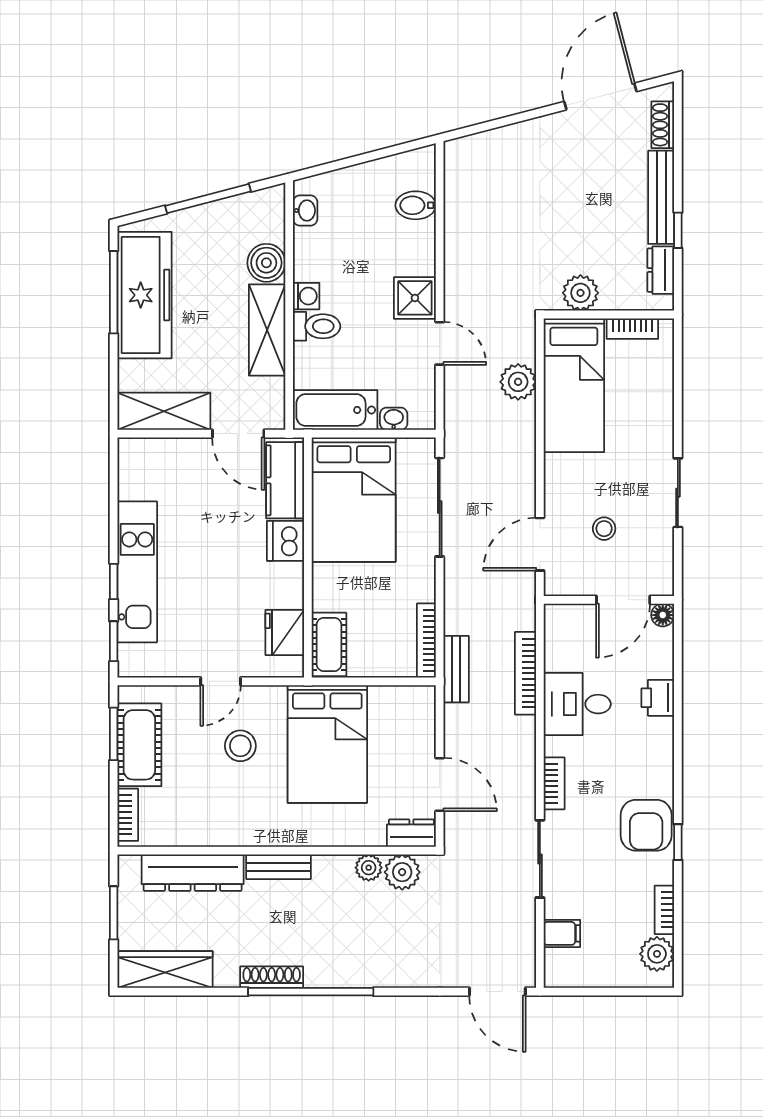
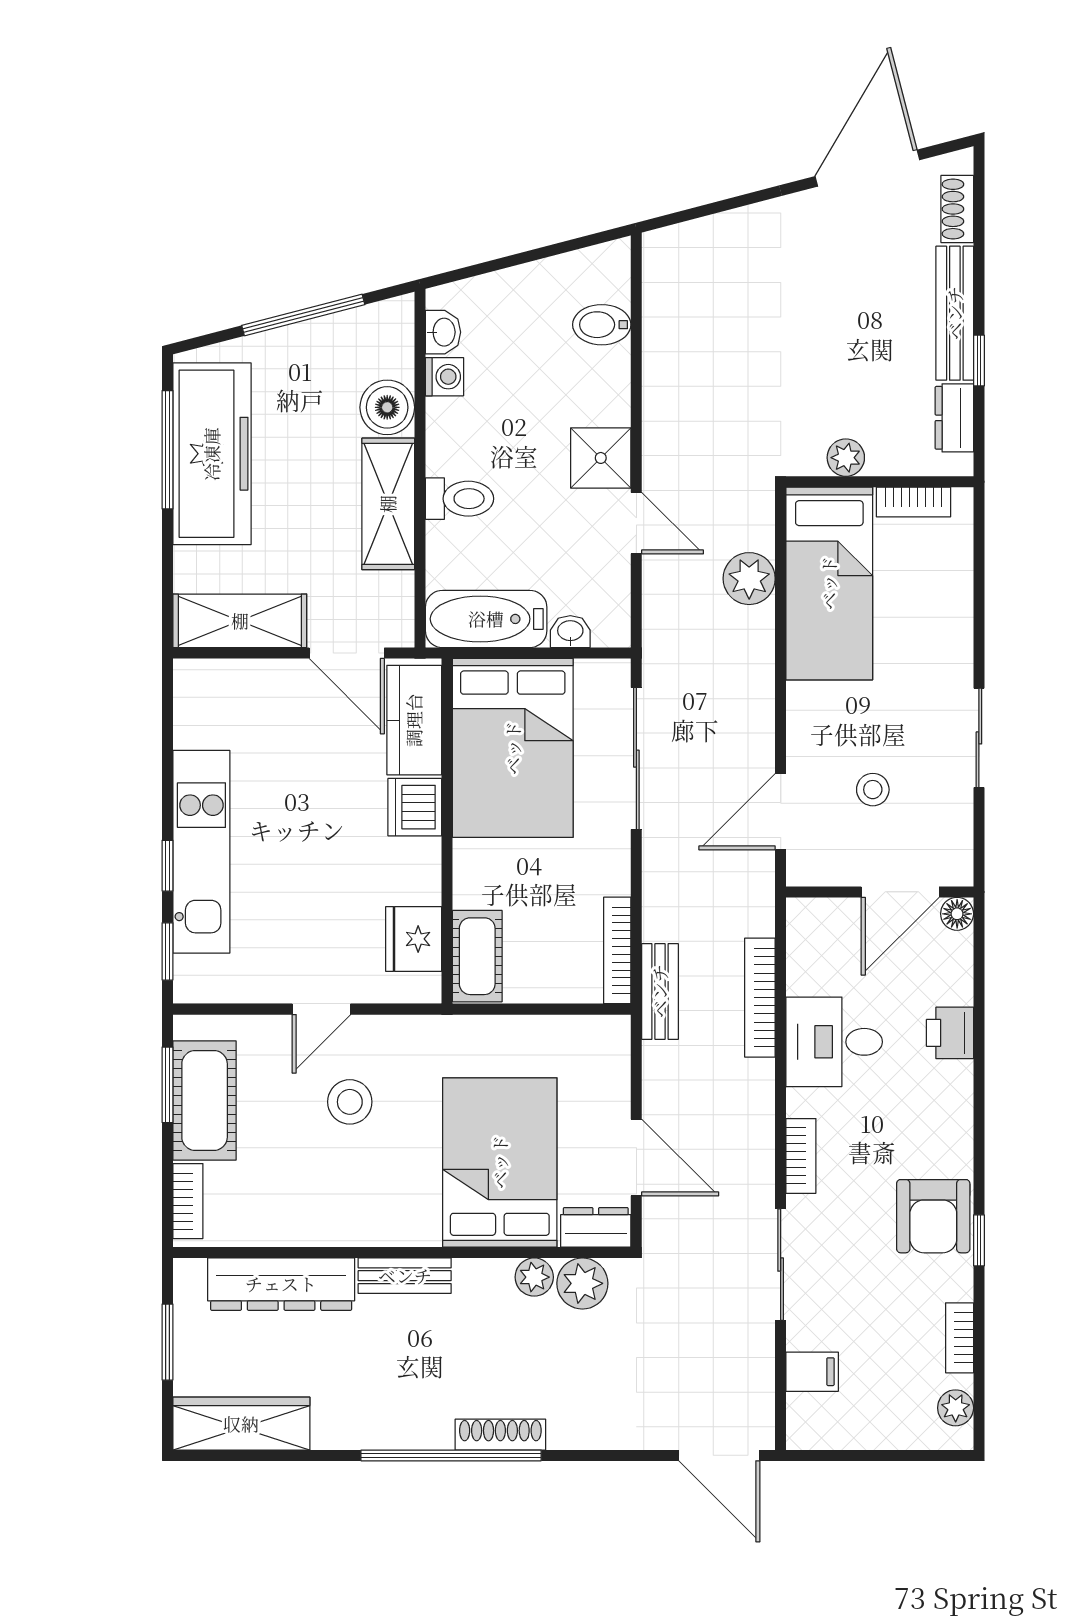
plant: (580, 293) -> (846, 458), width x0.73, depth x0.73
washing machine: (306, 296) -> (444, 377), moved
bed: (327, 744) -> (500, 1162), moved, turned 180
plant: (657, 954) -> (956, 1408), width x0.73, depth x0.73
shoe rack: (272, 977) -> (500, 1435), moved

